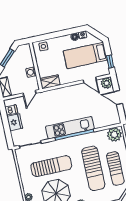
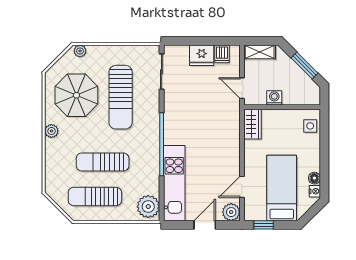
kitchen unit: (70, 128) -> (174, 183), moved
sun lounger: (93, 168) -> (103, 162), width x0.73, depth x0.75

